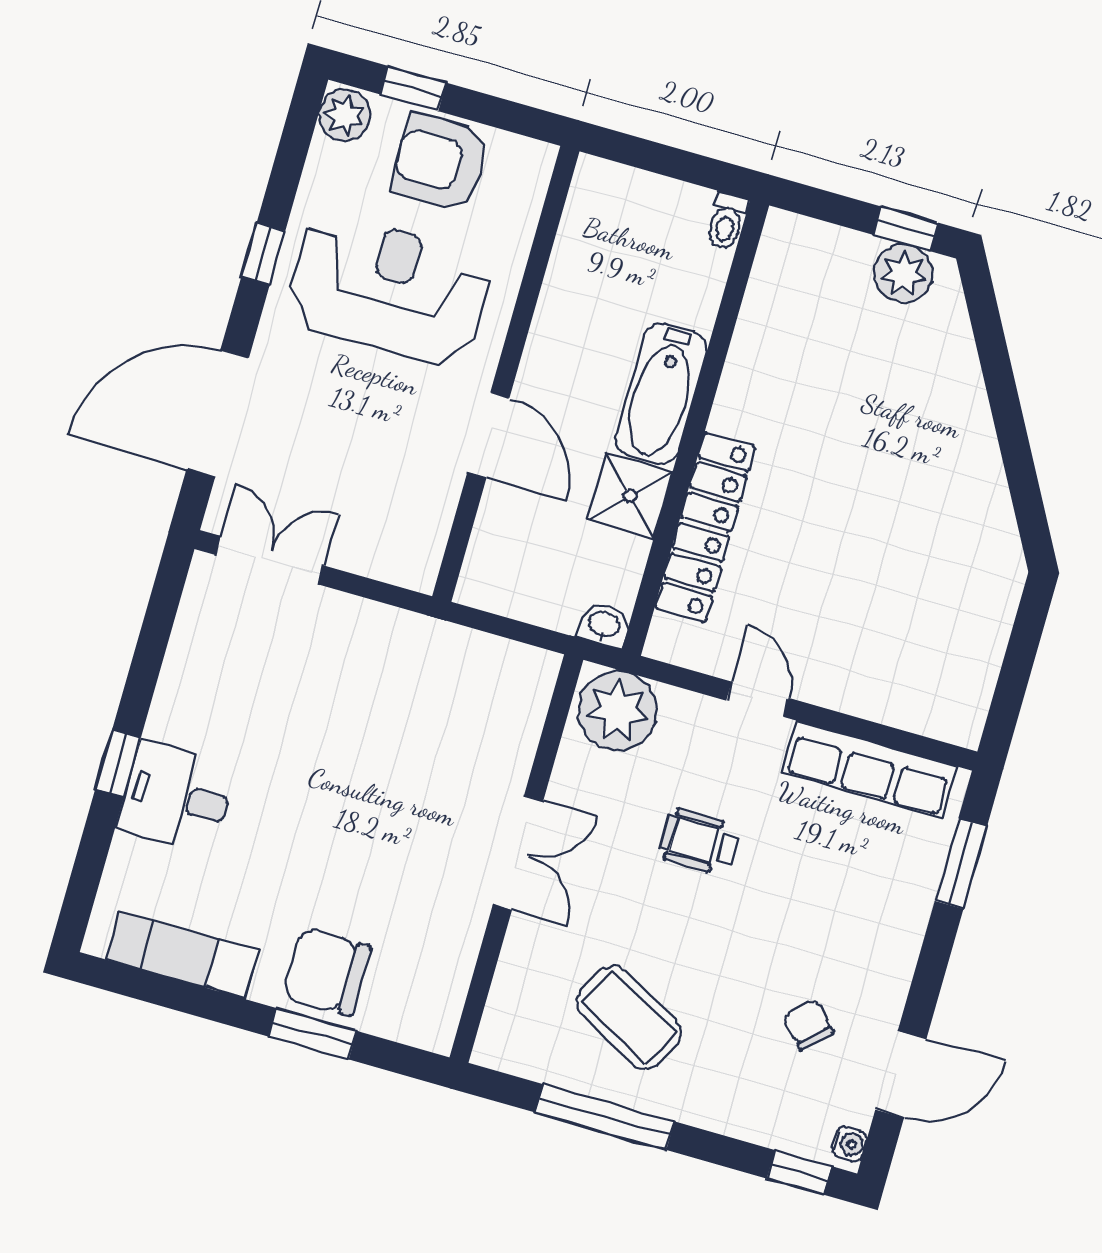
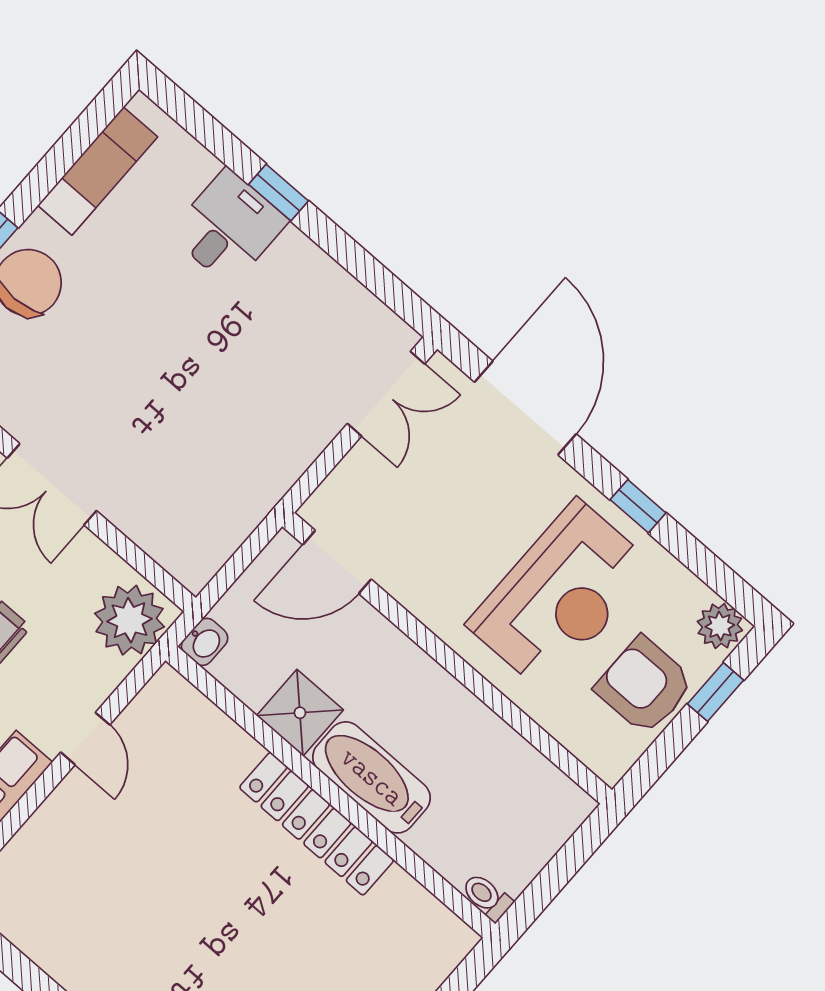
armchair: (440, 163) -> (645, 686), turned -90
door: (488, 435) -> (337, 562), moved
locker: (705, 527) -> (317, 824), moved
door: (757, 699) -> (85, 739), hinge flipped

